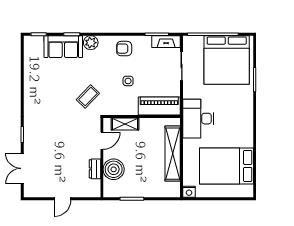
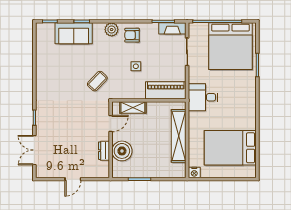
plant: (91, 43) -> (112, 30), moved
desk: (198, 119) -> (203, 97), width x0.73

